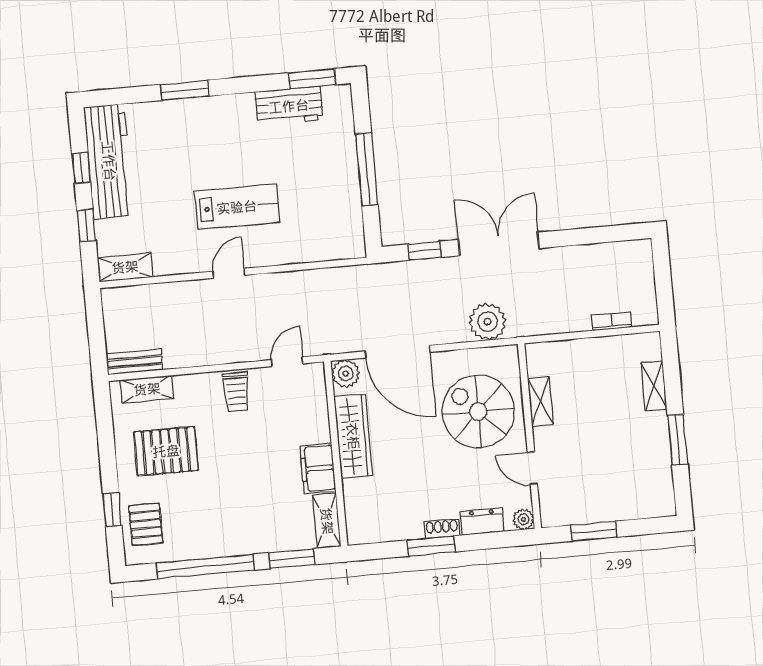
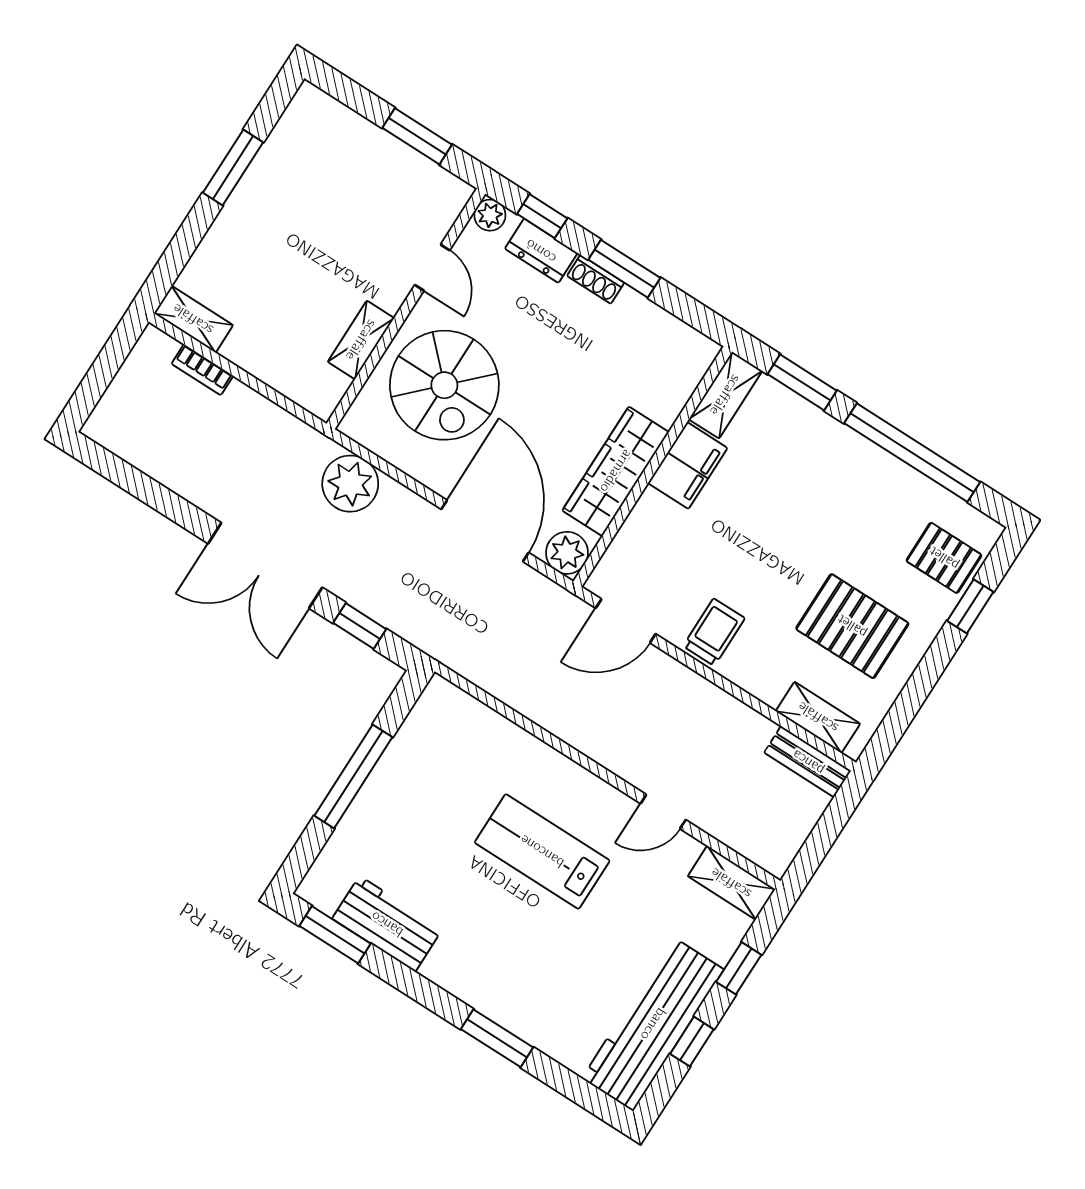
door: (229, 273) -> (663, 812), moved
door: (287, 362) -> (626, 621), width x1.38
shelving: (654, 386) -> (193, 319), moved, turned 90
pallet: (146, 524) -> (944, 558), turned 90
window: (496, 540) -> (542, 216), added

